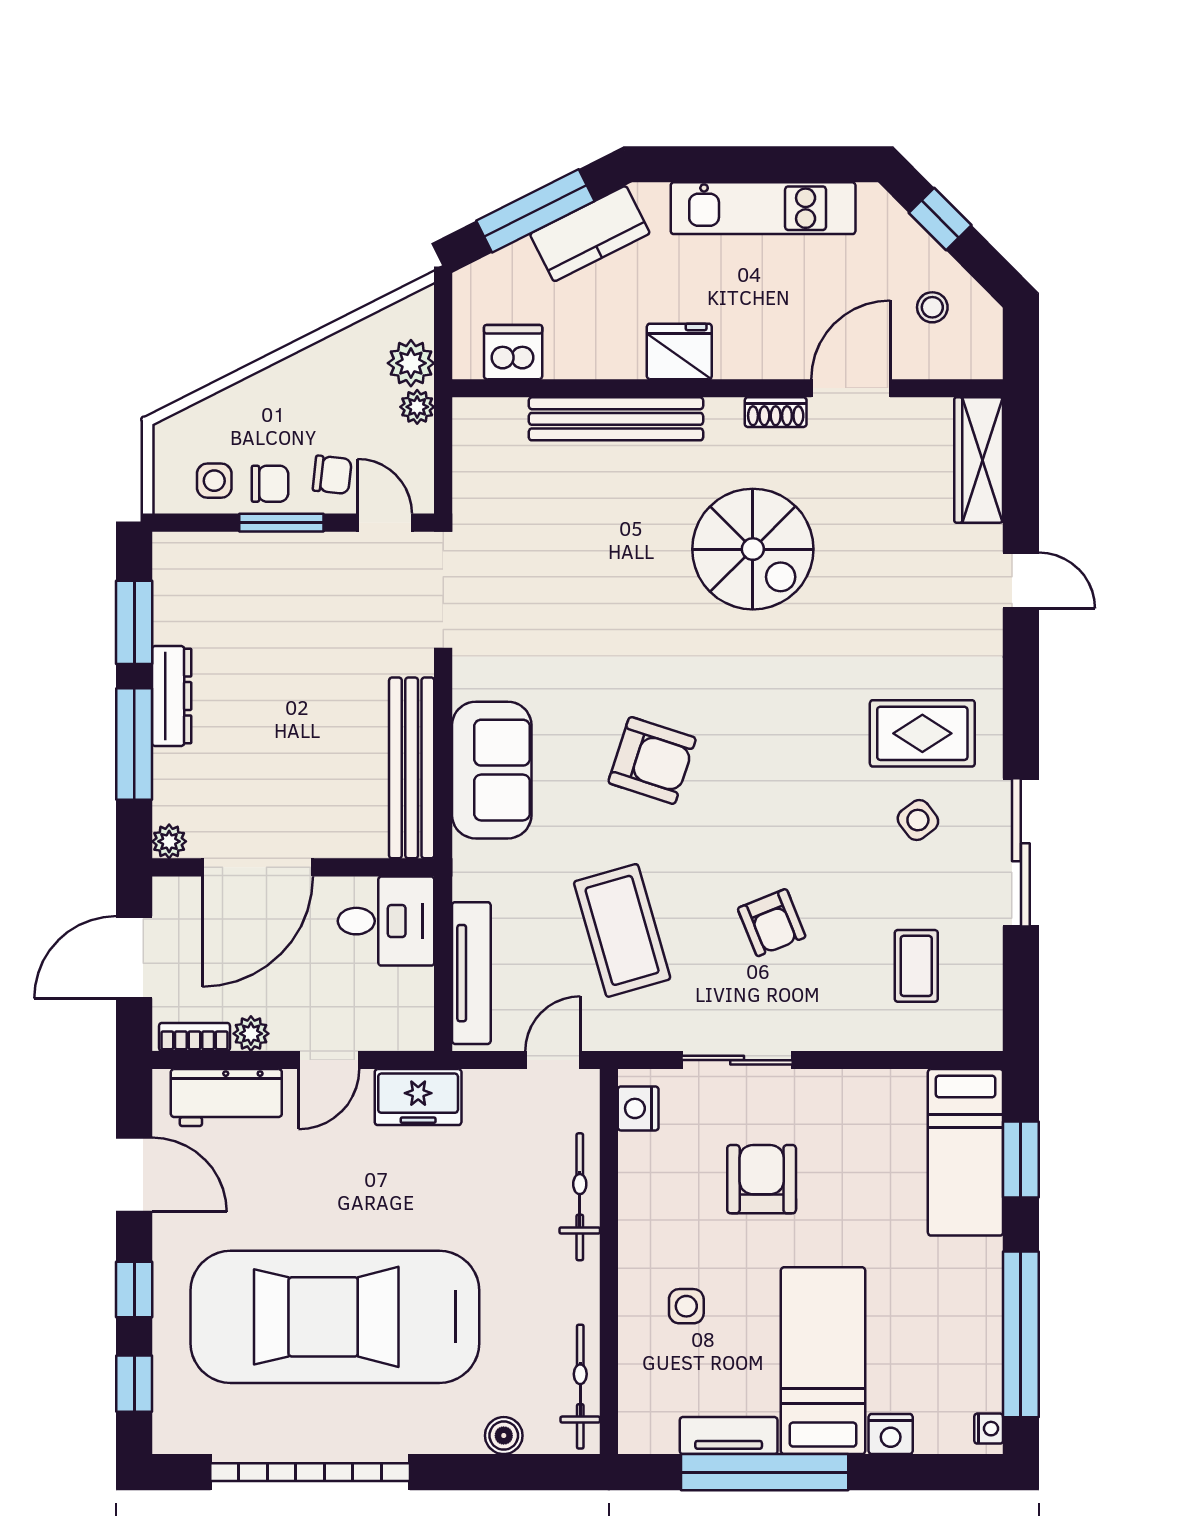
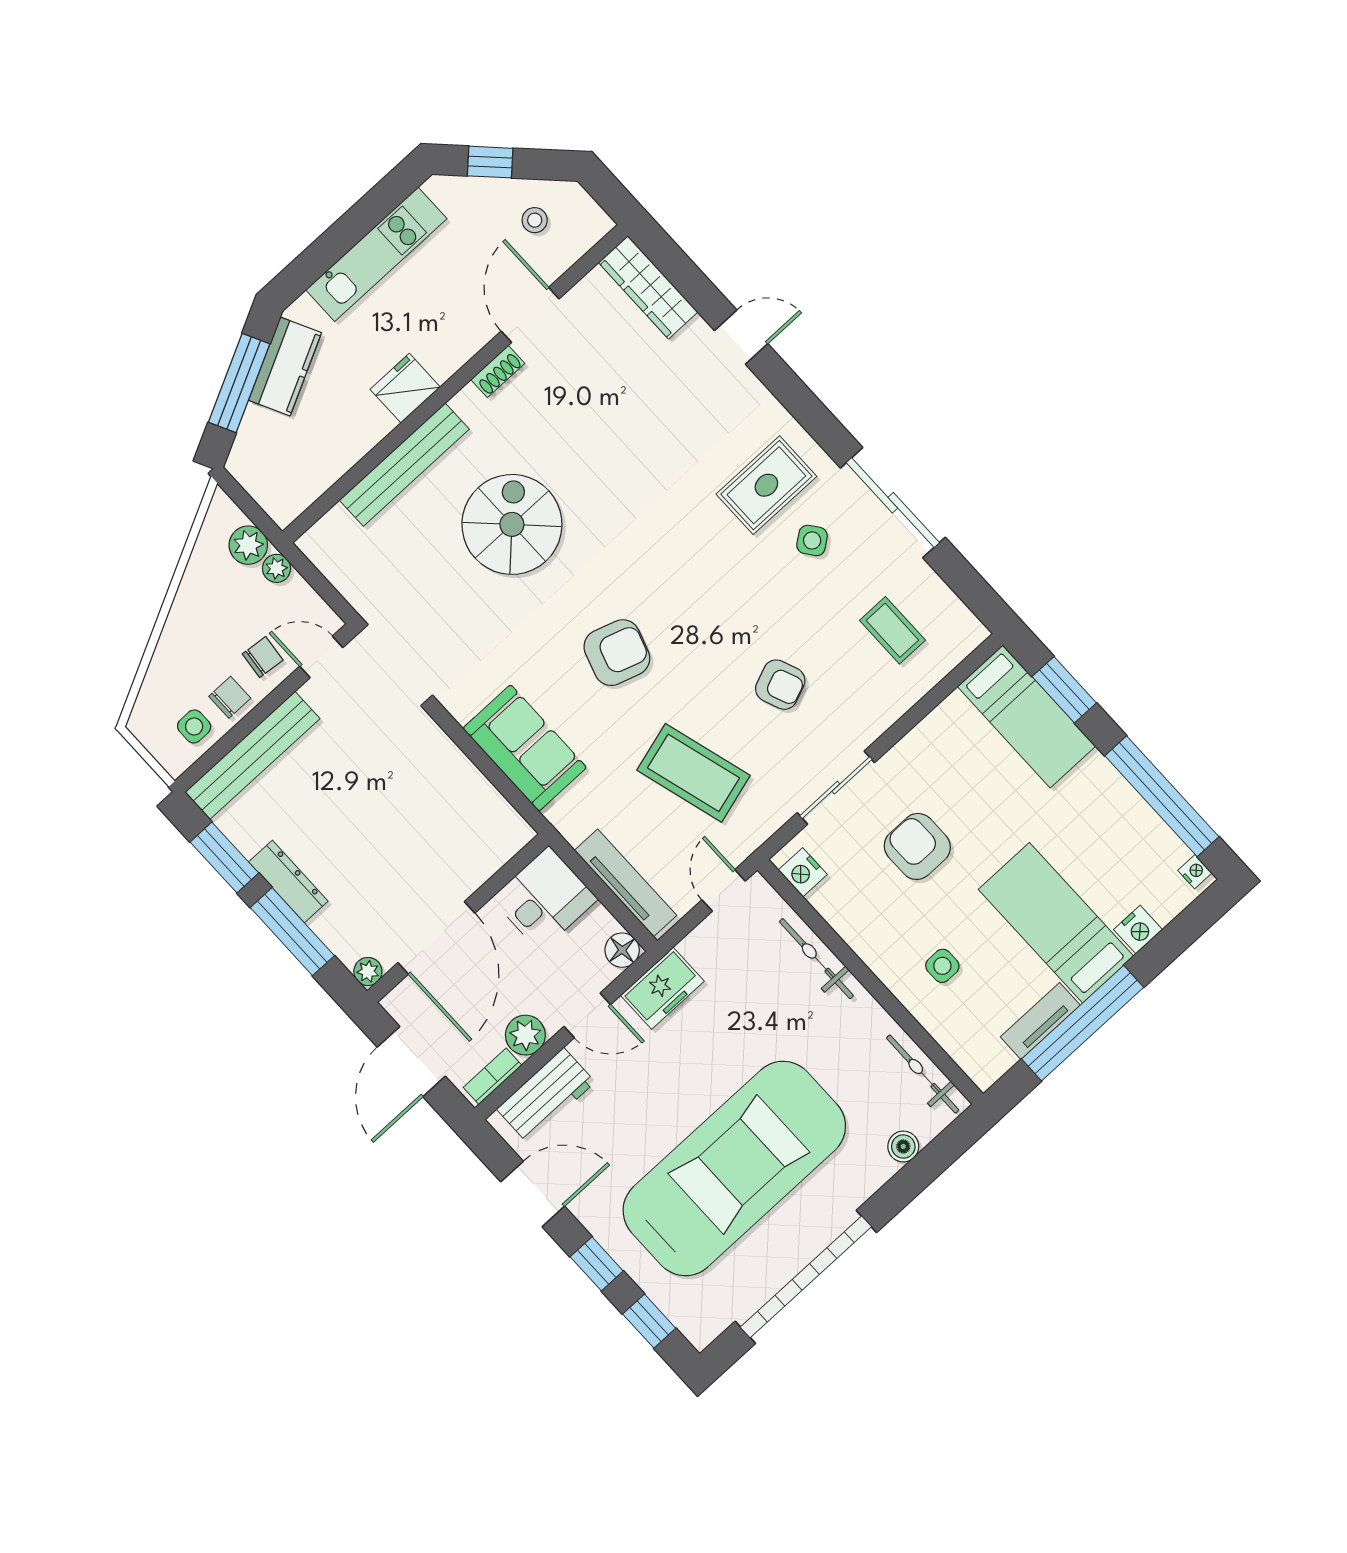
dishwasher: (513, 352) -> (304, 481), removed
window: (281, 523) -> (258, 715), removed
spiral stairs: (753, 549) -> (512, 524), moved, turned -90
bench: (412, 768) -> (252, 755), moved, turned 90
floor lamp: (413, 1030) -> (622, 950), added
plant: (251, 1034) -> (525, 1035), width x1.38, depth x1.38
door: (329, 1060) -> (587, 1015), hinge flipped
car: (335, 1317) -> (734, 1168), turned 180

